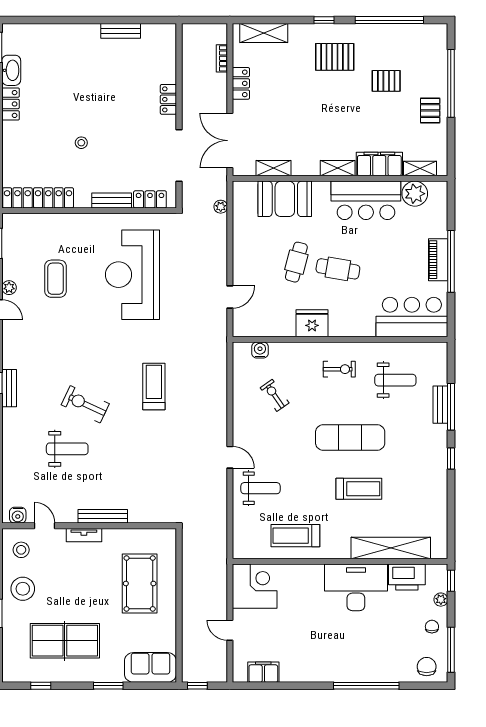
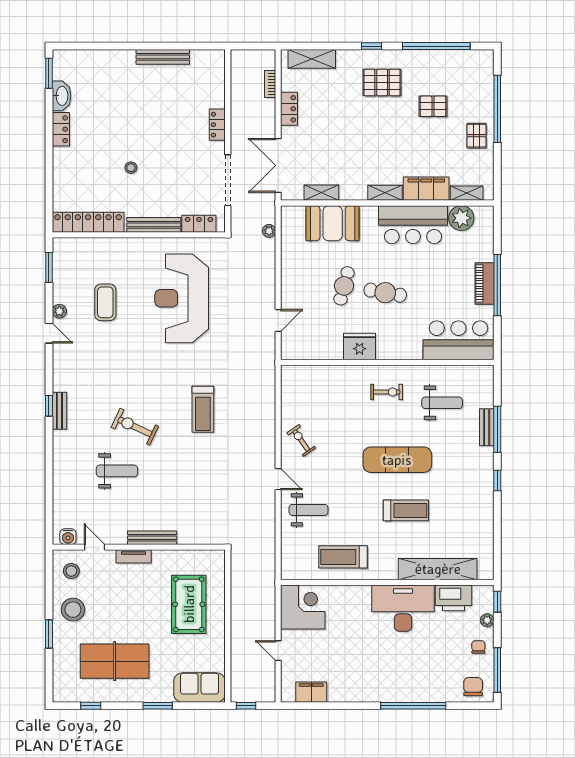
bench: (121, 31) -> (163, 57), width x1.36
bench: (112, 201) -> (154, 225), width x1.36
water cooler: (260, 350) -> (308, 373), removed
treadmill: (154, 387) -> (203, 409), turned 180
exercise bike: (275, 395) -> (301, 440), moved

